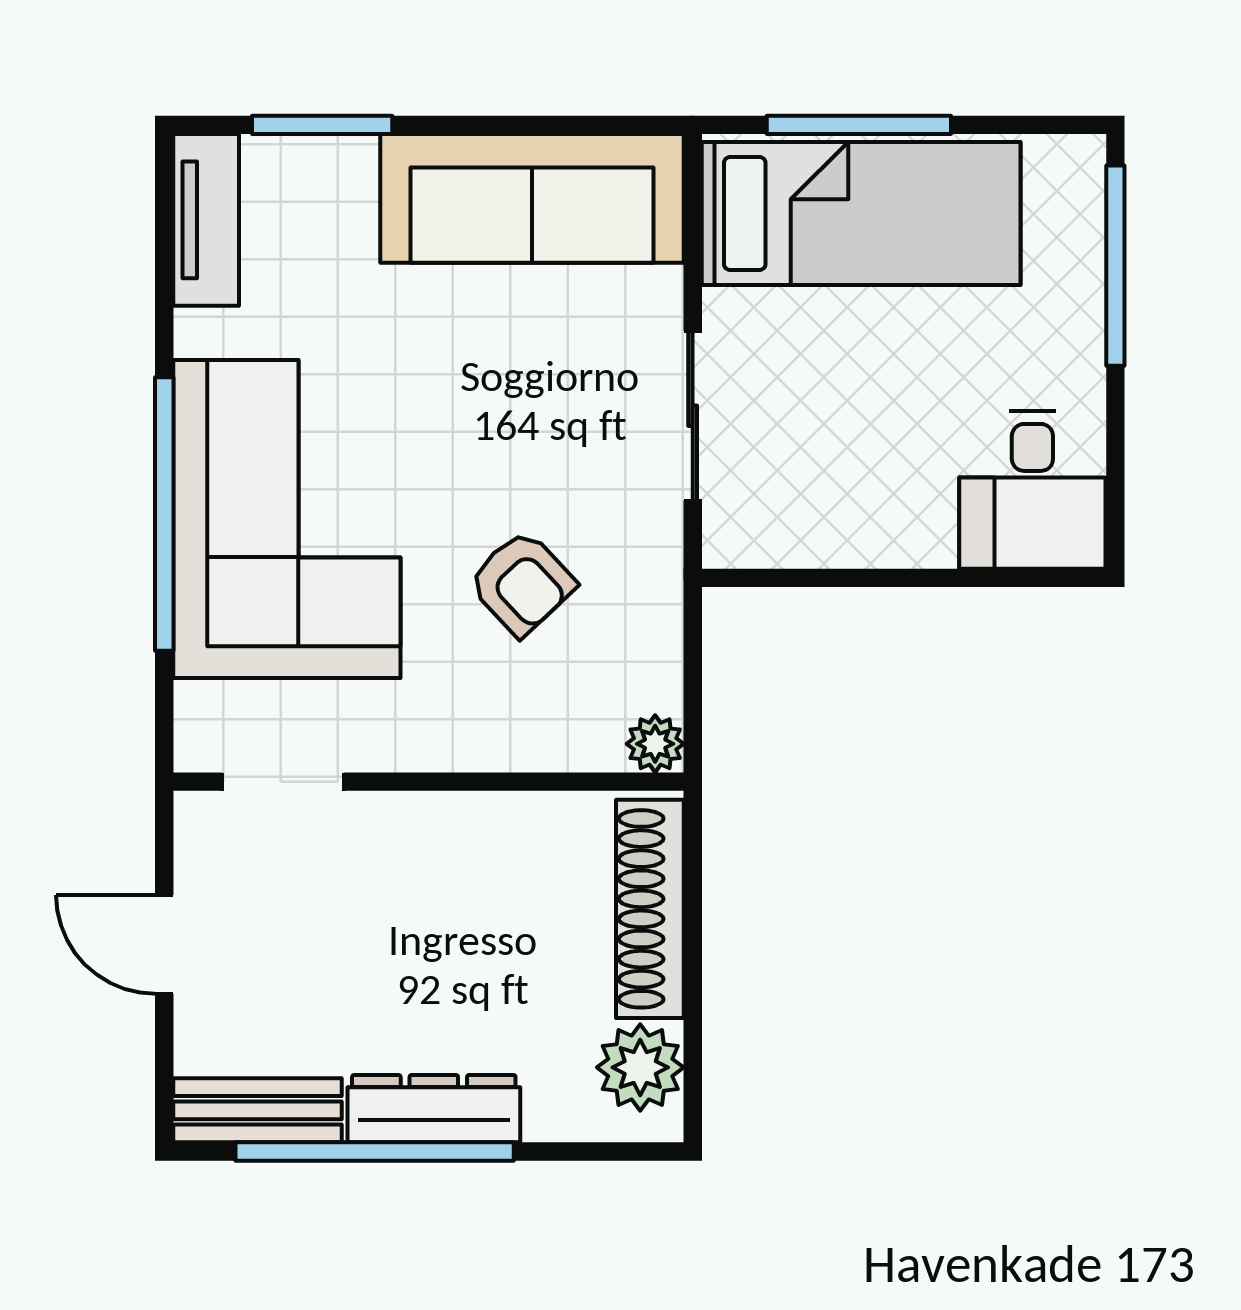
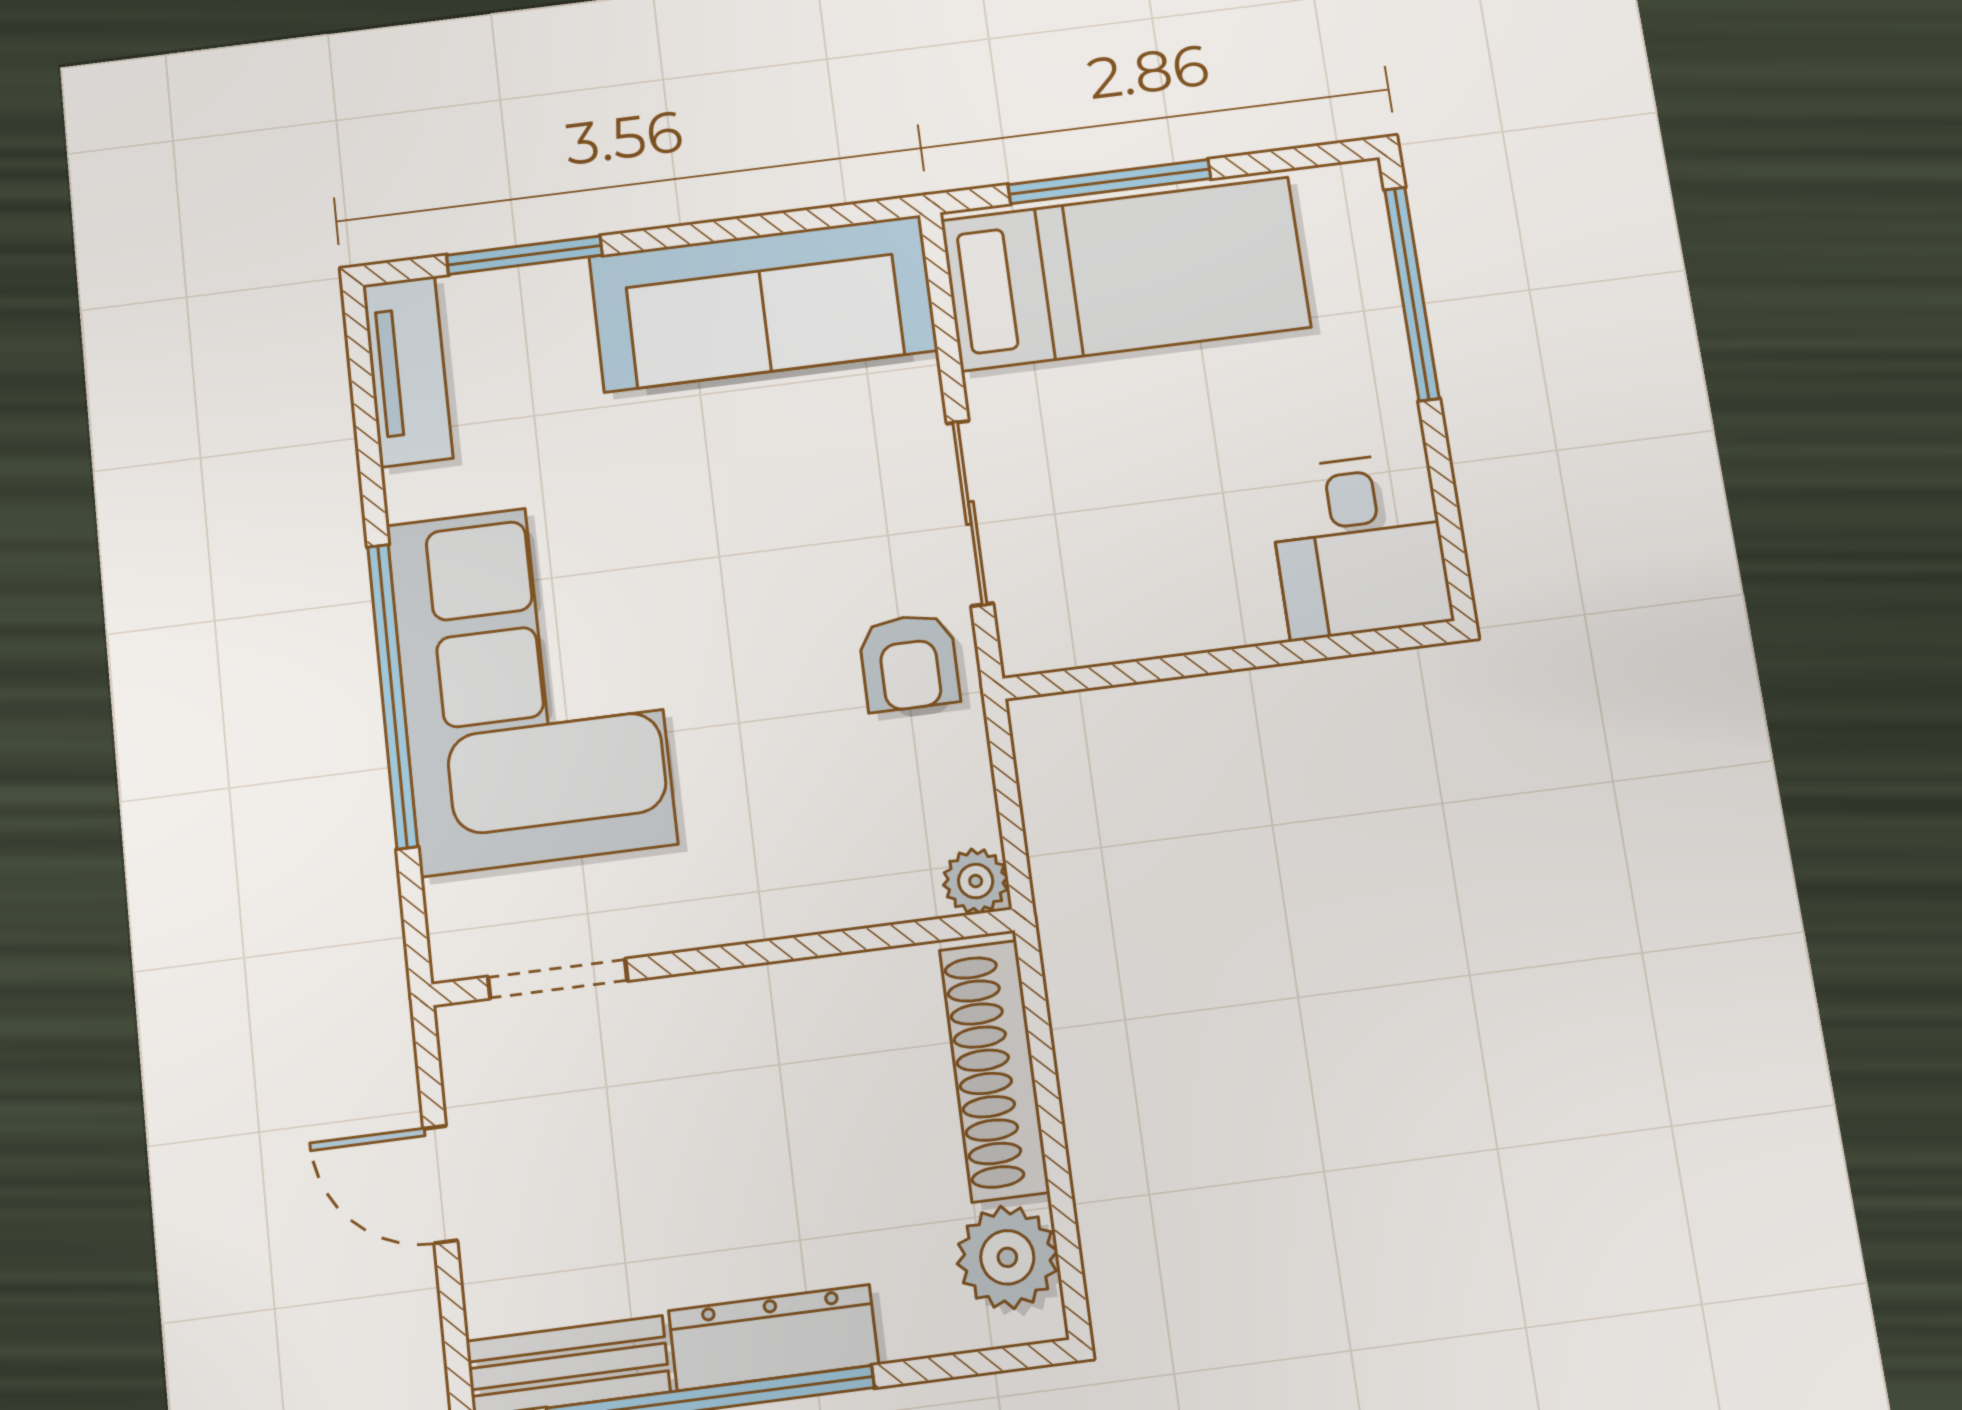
armchair: (522, 583) -> (909, 662), moved, turned 43

